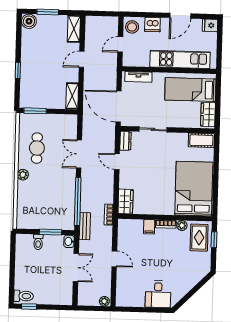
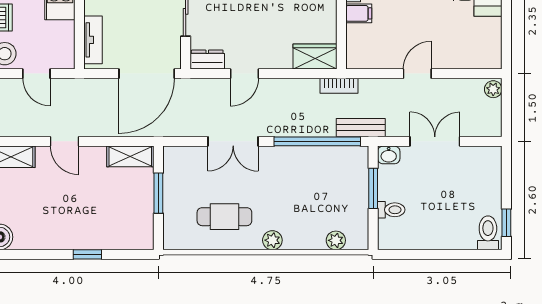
window: (35, 111) -> (158, 193), moved
plant: (22, 210) -> (336, 240), added

